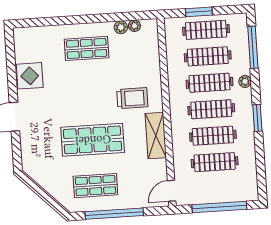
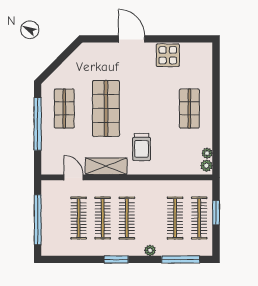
plant: (121, 27) -> (207, 166), moved
clothes rail: (209, 83) -> (151, 218), removed
door: (172, 191) -> (74, 177), moved

